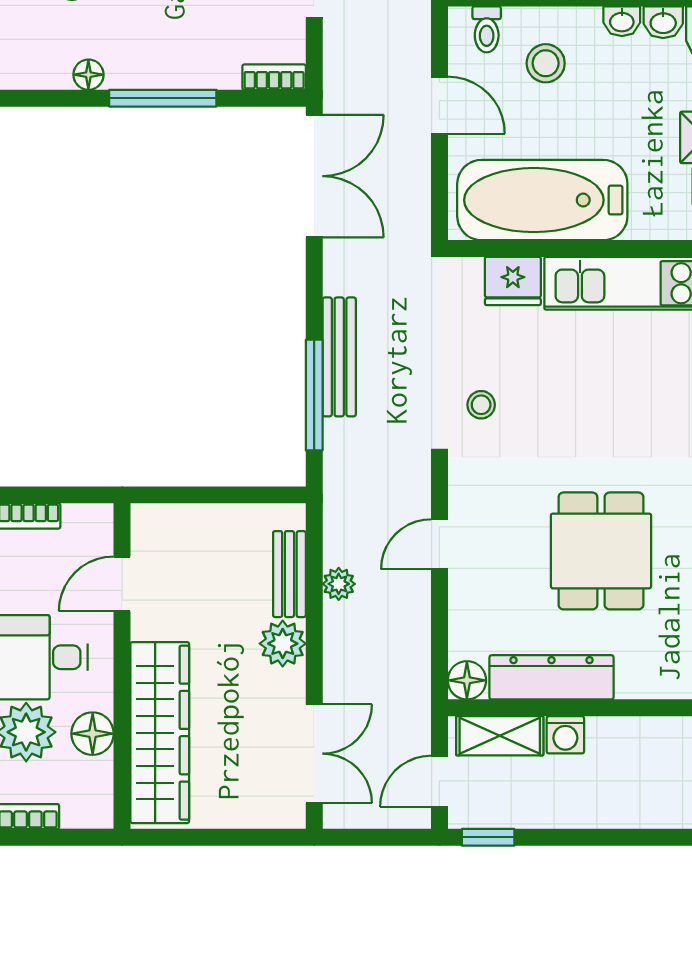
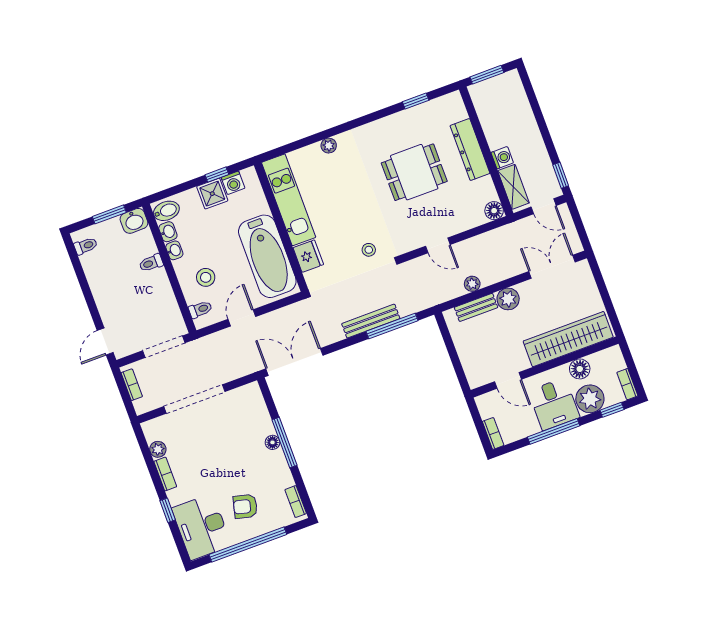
floor lamp: (88, 75) -> (273, 442), moved
bookcase: (274, 77) -> (296, 502), moved
dresser: (551, 677) -> (470, 150), moved

